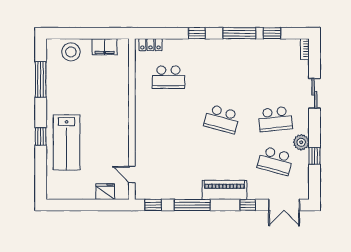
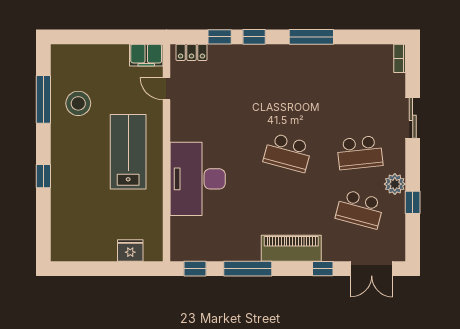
window: (272, 33) -> (220, 37), moved
filing cabinet: (105, 47) -> (146, 55), moved
stool: (71, 52) -> (78, 103), moved
school desk: (168, 77) -> (216, 96), removed
desk: (155, 138) -> (198, 179), added
lab bench: (67, 142) -> (128, 152), moved, turned 180
door: (132, 175) -> (166, 89), moved

